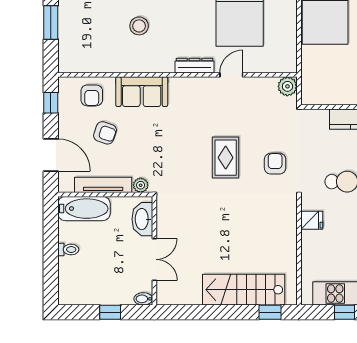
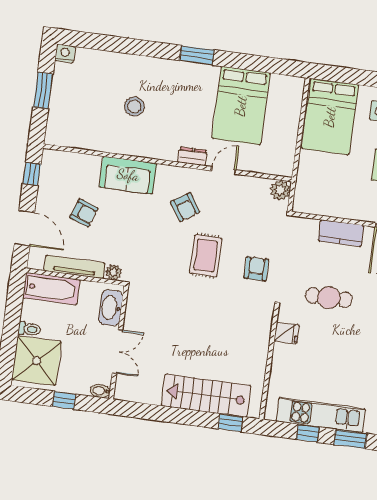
dresser: (194, 66) -> (193, 156), width x0.70
armchair: (92, 95) -> (185, 207), moved, turned -33
shower: (79, 279) -> (37, 361), added

